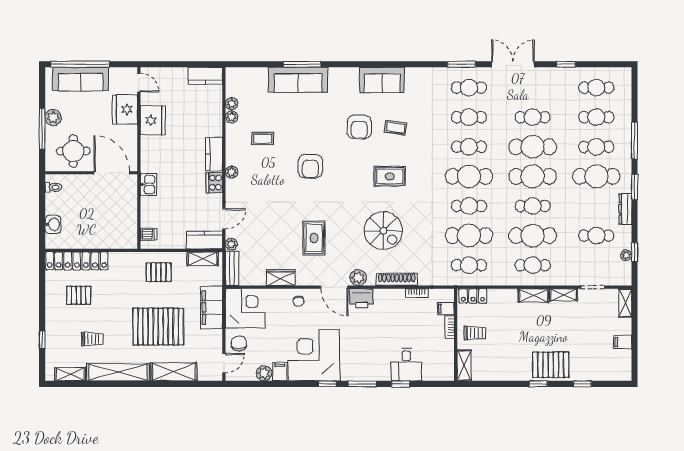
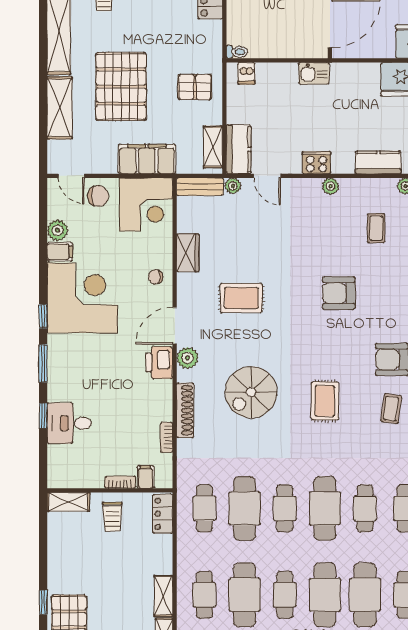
kitchen counter: (214, 154) -> (378, 162), moved
toilet: (133, 241) -> (237, 52), added
pallet: (158, 272) -> (195, 87), turned 90

